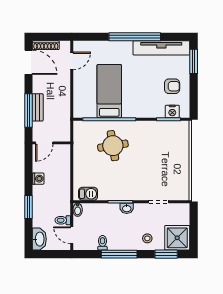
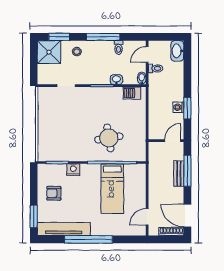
nightstand: (172, 112) -> (73, 170), moved
window: (29, 207) -> (187, 108), moved
washbasin: (127, 208) -> (116, 80), moved
door: (72, 235) -> (147, 55), swing flipped

